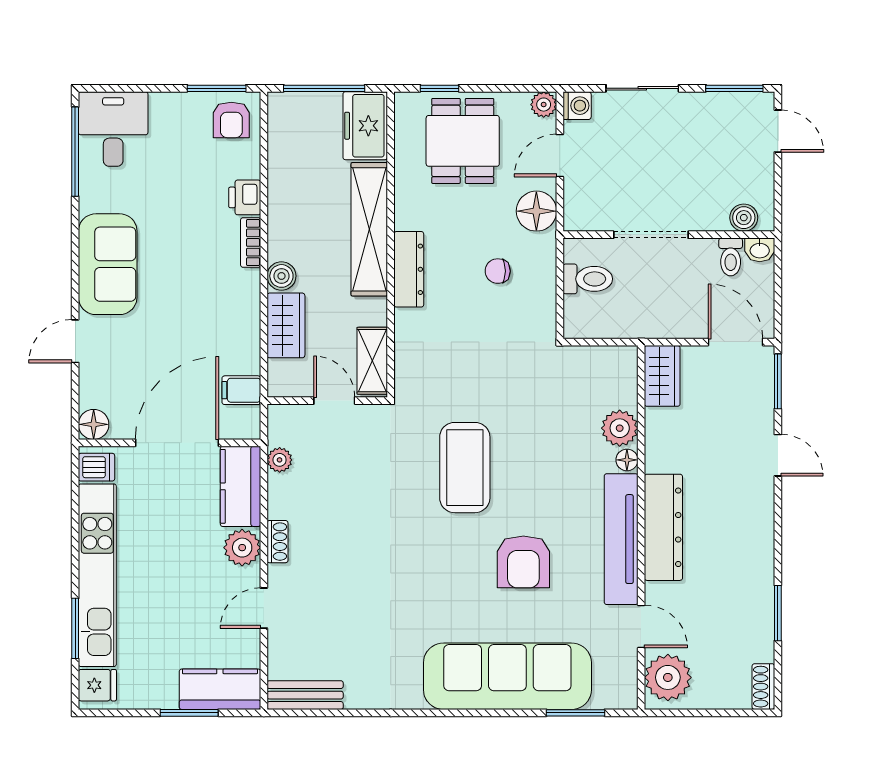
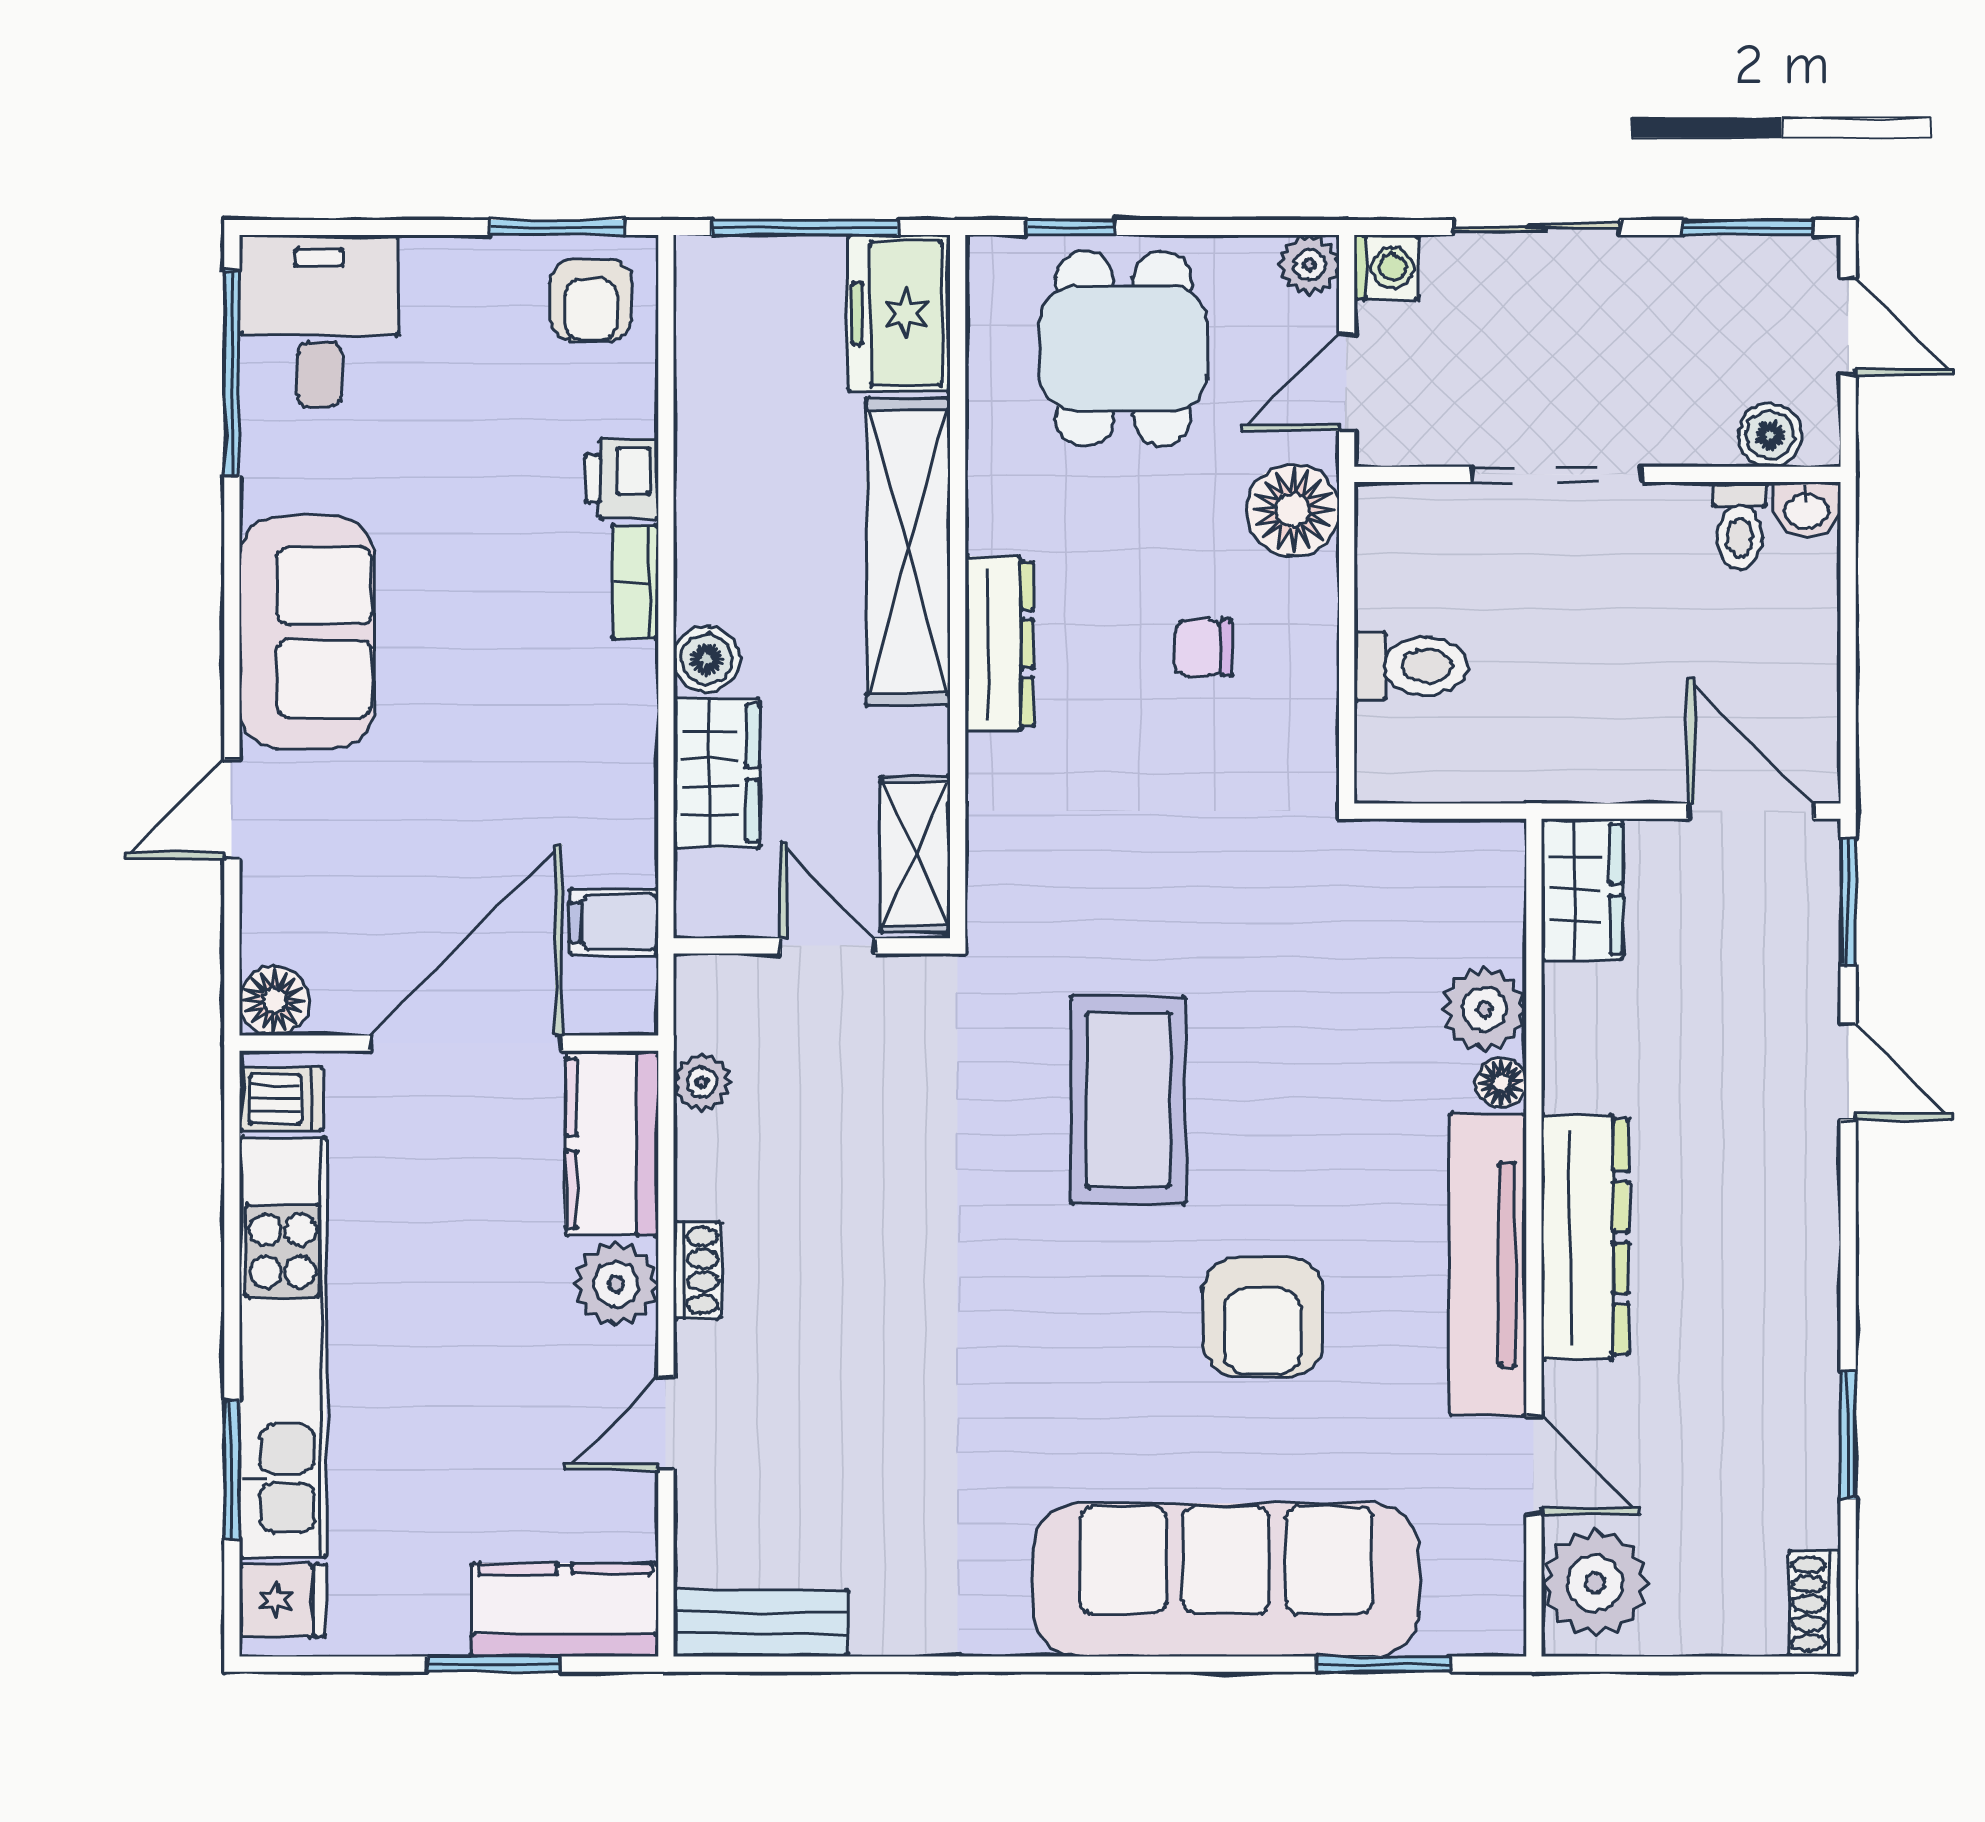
boiler: (744, 218) -> (1770, 435), moved
doorway: (651, 235) -> (1556, 474), moved
wall: (669, 235) -> (1597, 474), moved
washbasin: (760, 250) -> (1807, 509), moved
toilet: (731, 257) -> (1740, 526), moved

